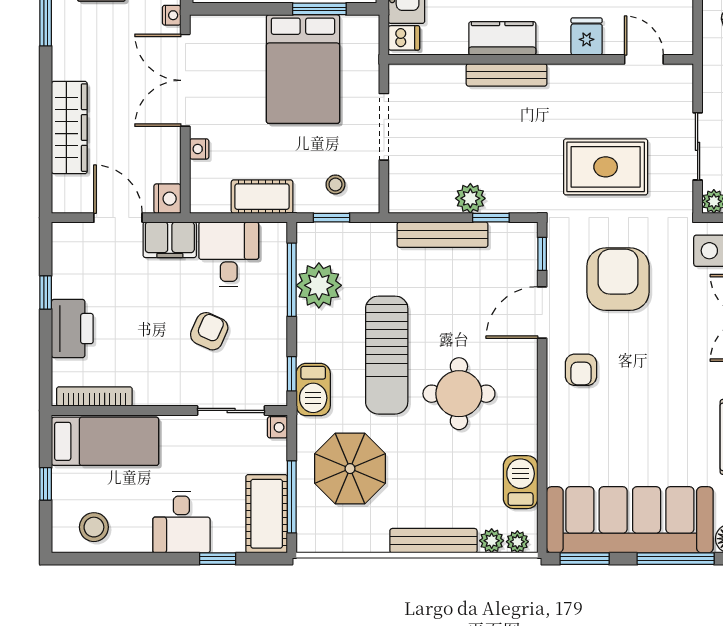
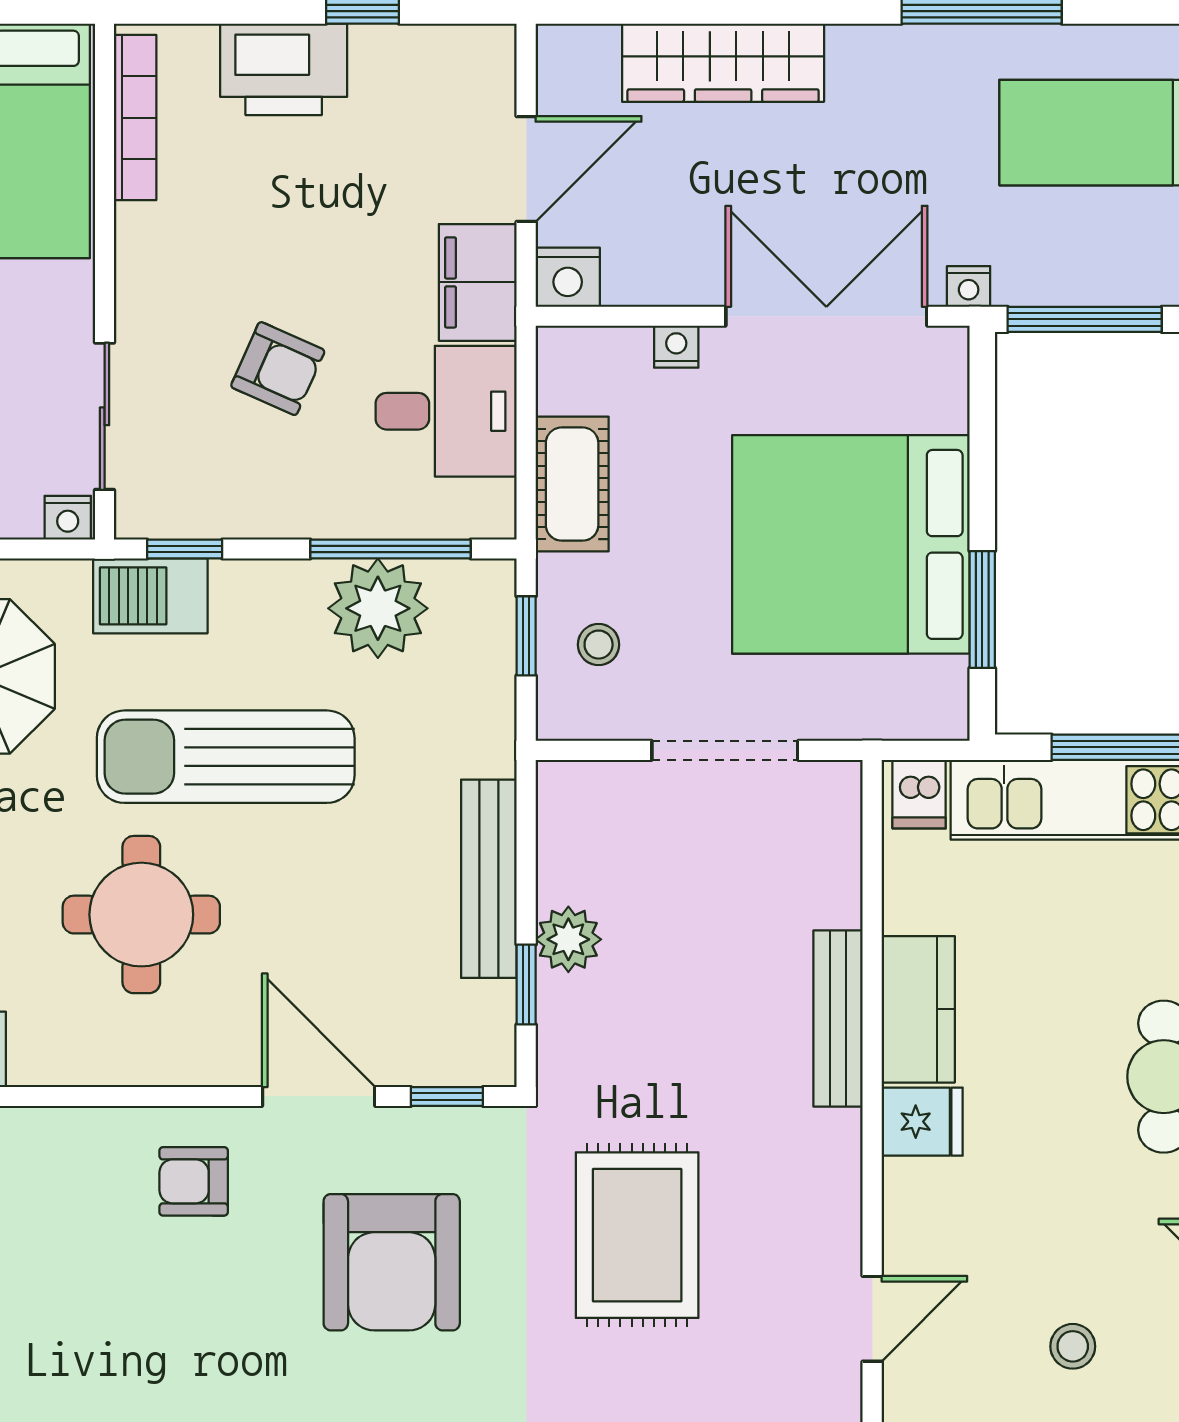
fridge: (587, 36) -> (922, 1122), moved
bed: (303, 69) -> (851, 544), width x1.36
armchair: (618, 279) -> (392, 1262), turned 90

